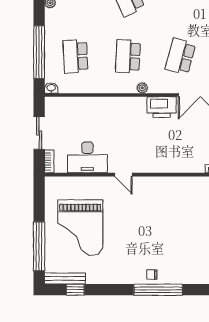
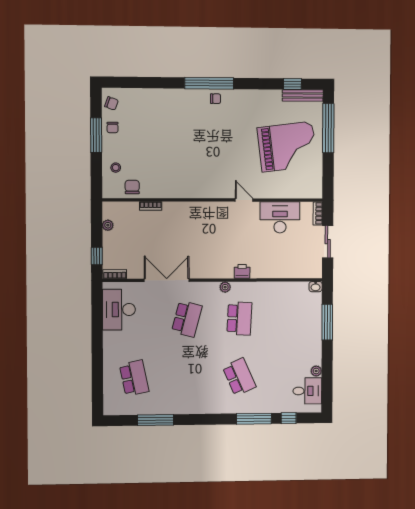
window: (39, 52) -> (327, 322), width x0.68
school desk: (75, 56) -> (291, 318), removed
printer: (162, 107) -> (242, 271), moved, width x0.53, depth x0.68
grand piano: (80, 228) -> (287, 147), turned 83

